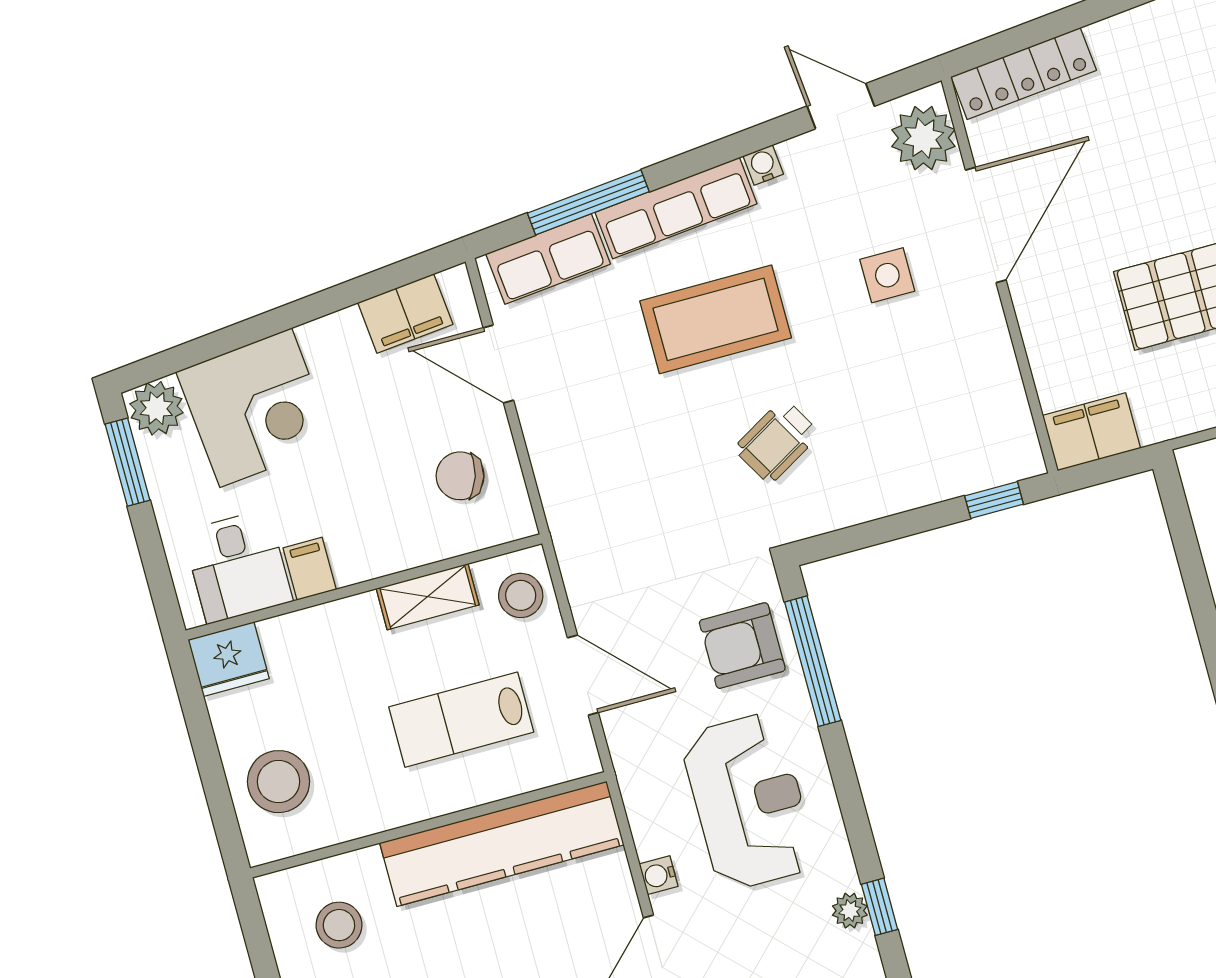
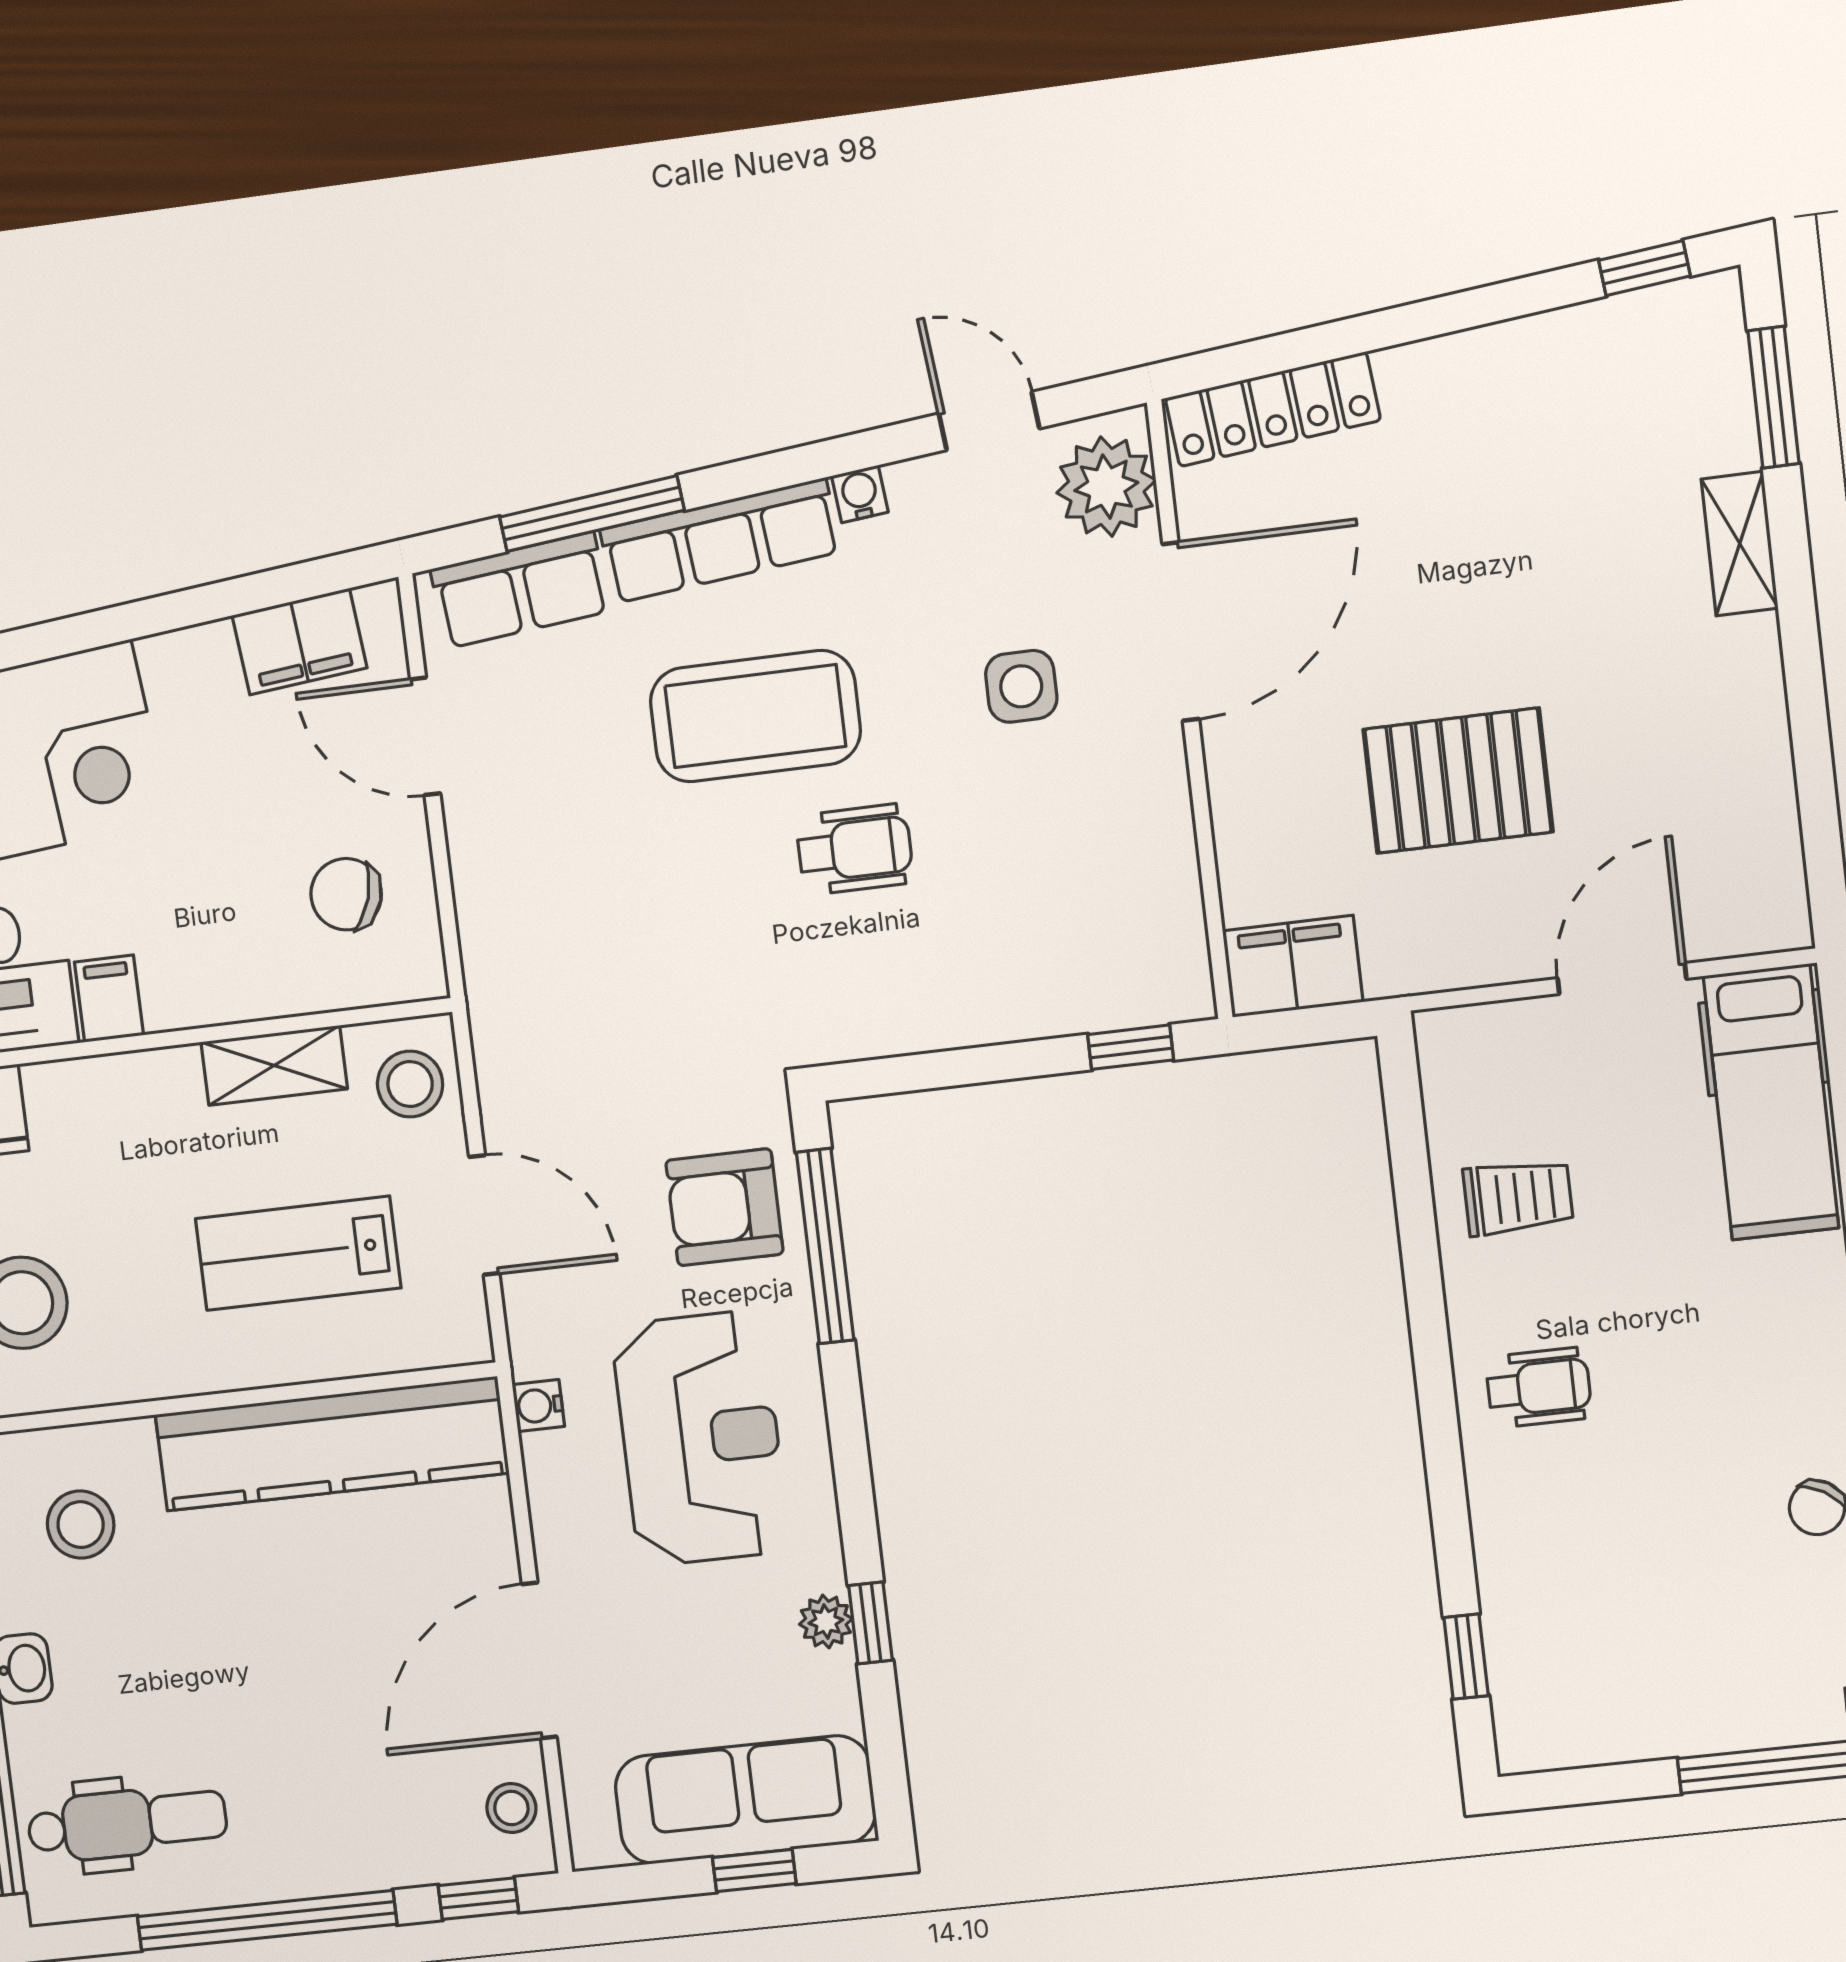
wheelchair: (777, 441) -> (855, 849), moved, turned -150
water cooler: (659, 875) -> (538, 1406), moved

